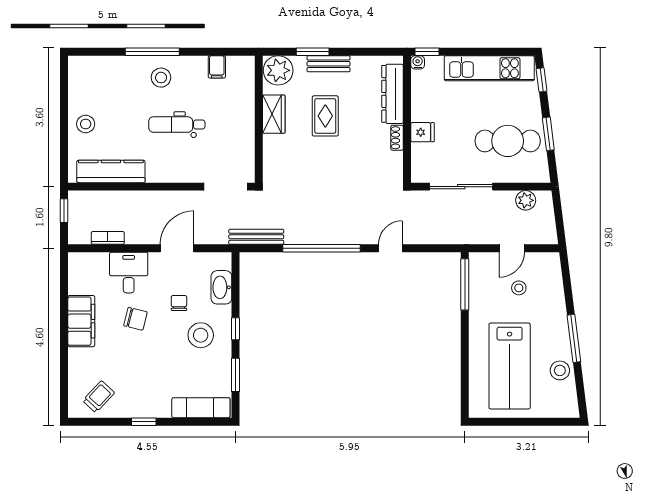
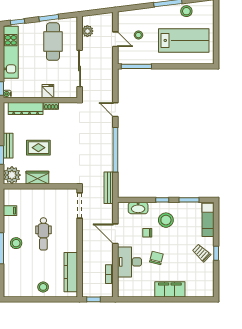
desk: (129, 273) -> (130, 262), width x1.37
filing cabinet: (81, 321) -> (170, 289), moved
trolley: (99, 397) -> (201, 253), moved

